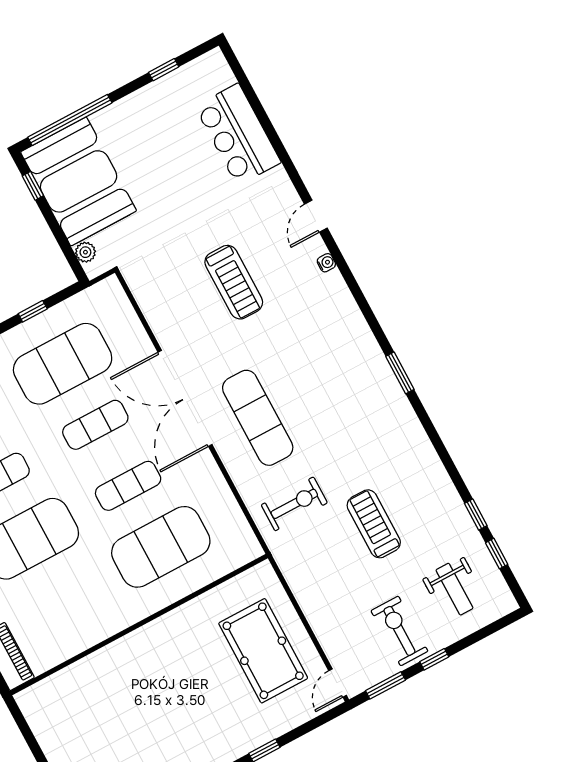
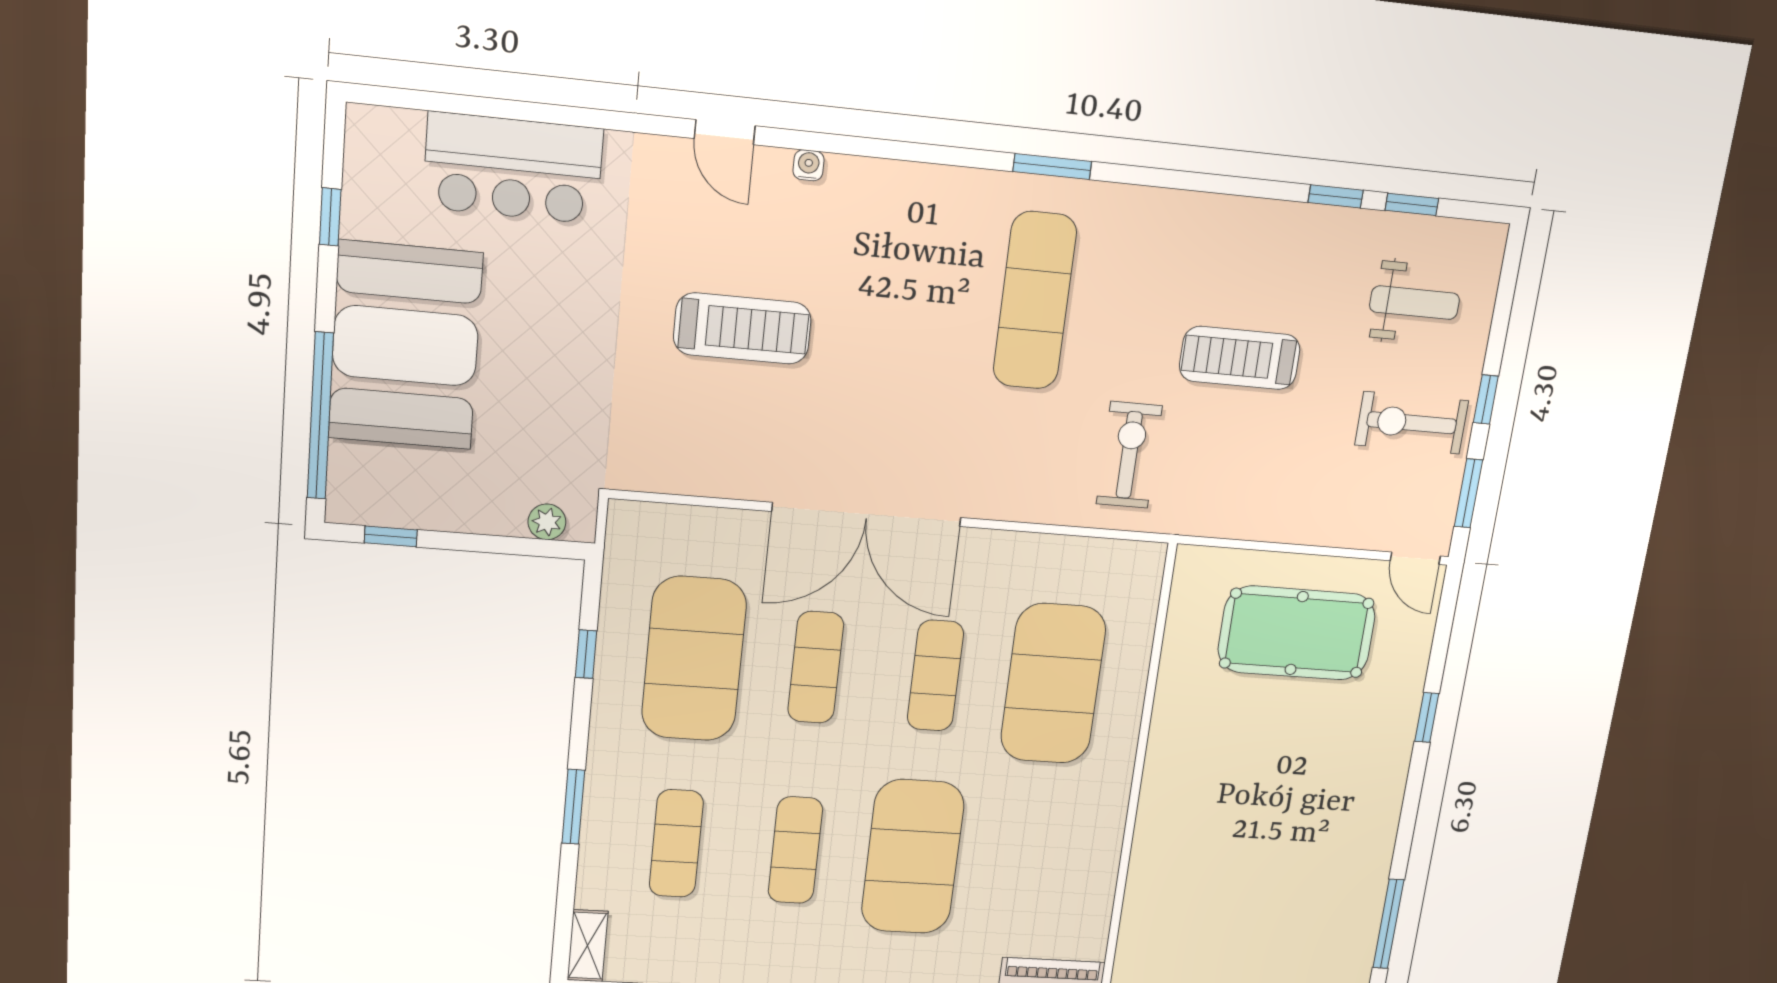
booth: (79, 181) -> (405, 346), moved, turned 90
exercise mat: (258, 418) -> (1035, 301), moved, turned 90

